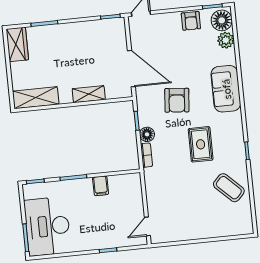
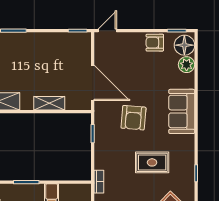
armchair: (191, 21) -> (155, 43), turned 90
floor lamp: (147, 134) -> (101, 148), removed
rug: (201, 144) -> (152, 162), turned 90
bookcase: (147, 155) -> (99, 182), moved

